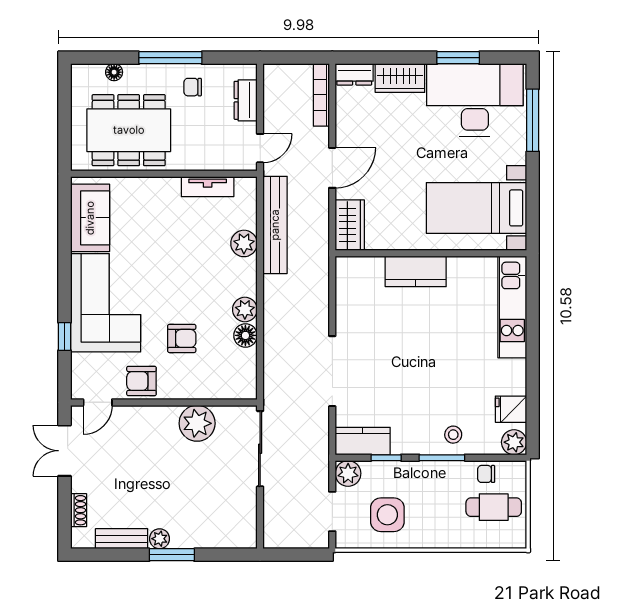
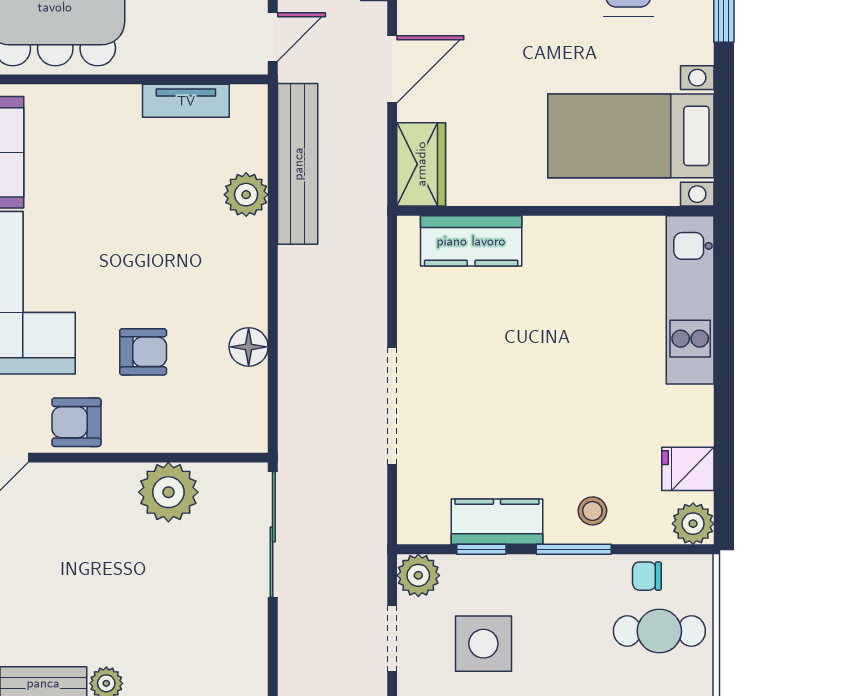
kitchen counter: (416, 271) -> (471, 241), moved
plant: (245, 310) -> (248, 304), removed
kitchen counter: (363, 441) -> (497, 522), moved

